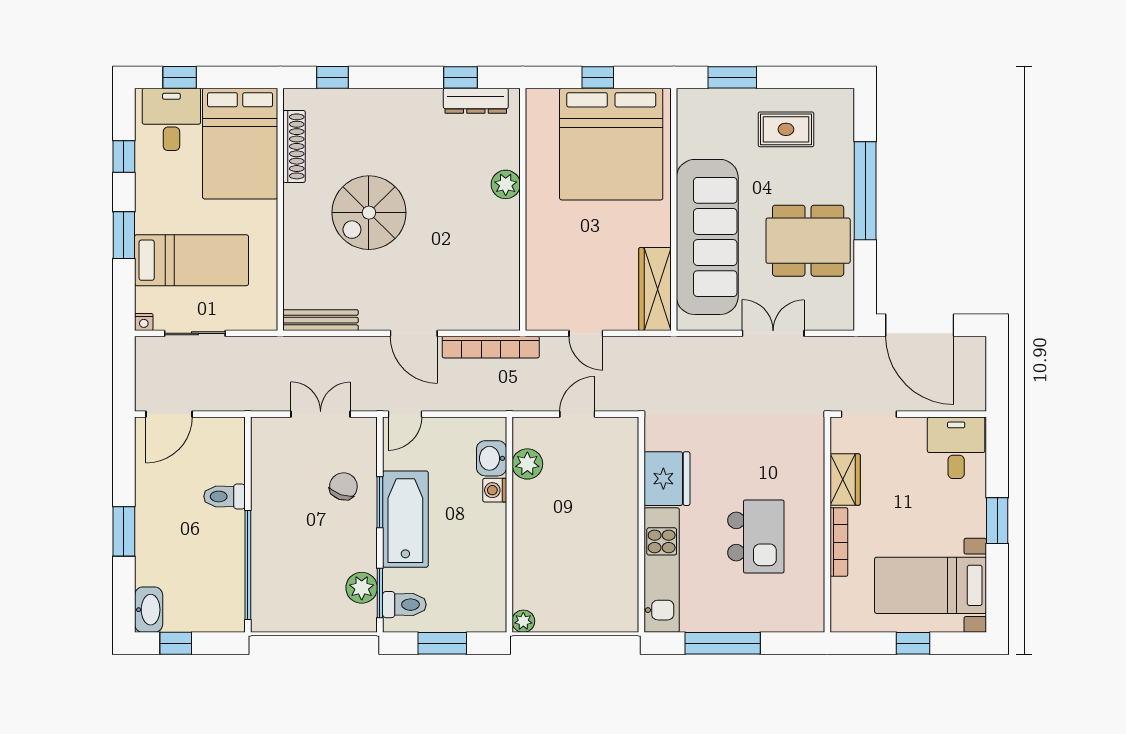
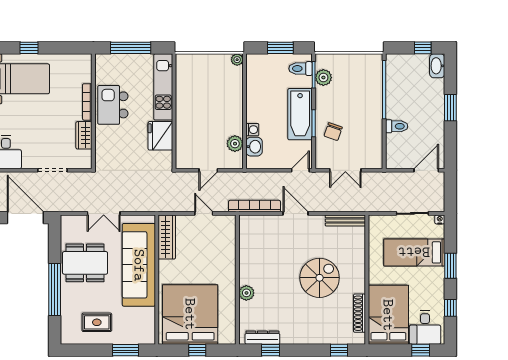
wardrobe: (845, 480) -> (84, 135), moved
wall: (827, 525) -> (93, 111), moved
bookcase: (839, 542) -> (87, 102), moved

